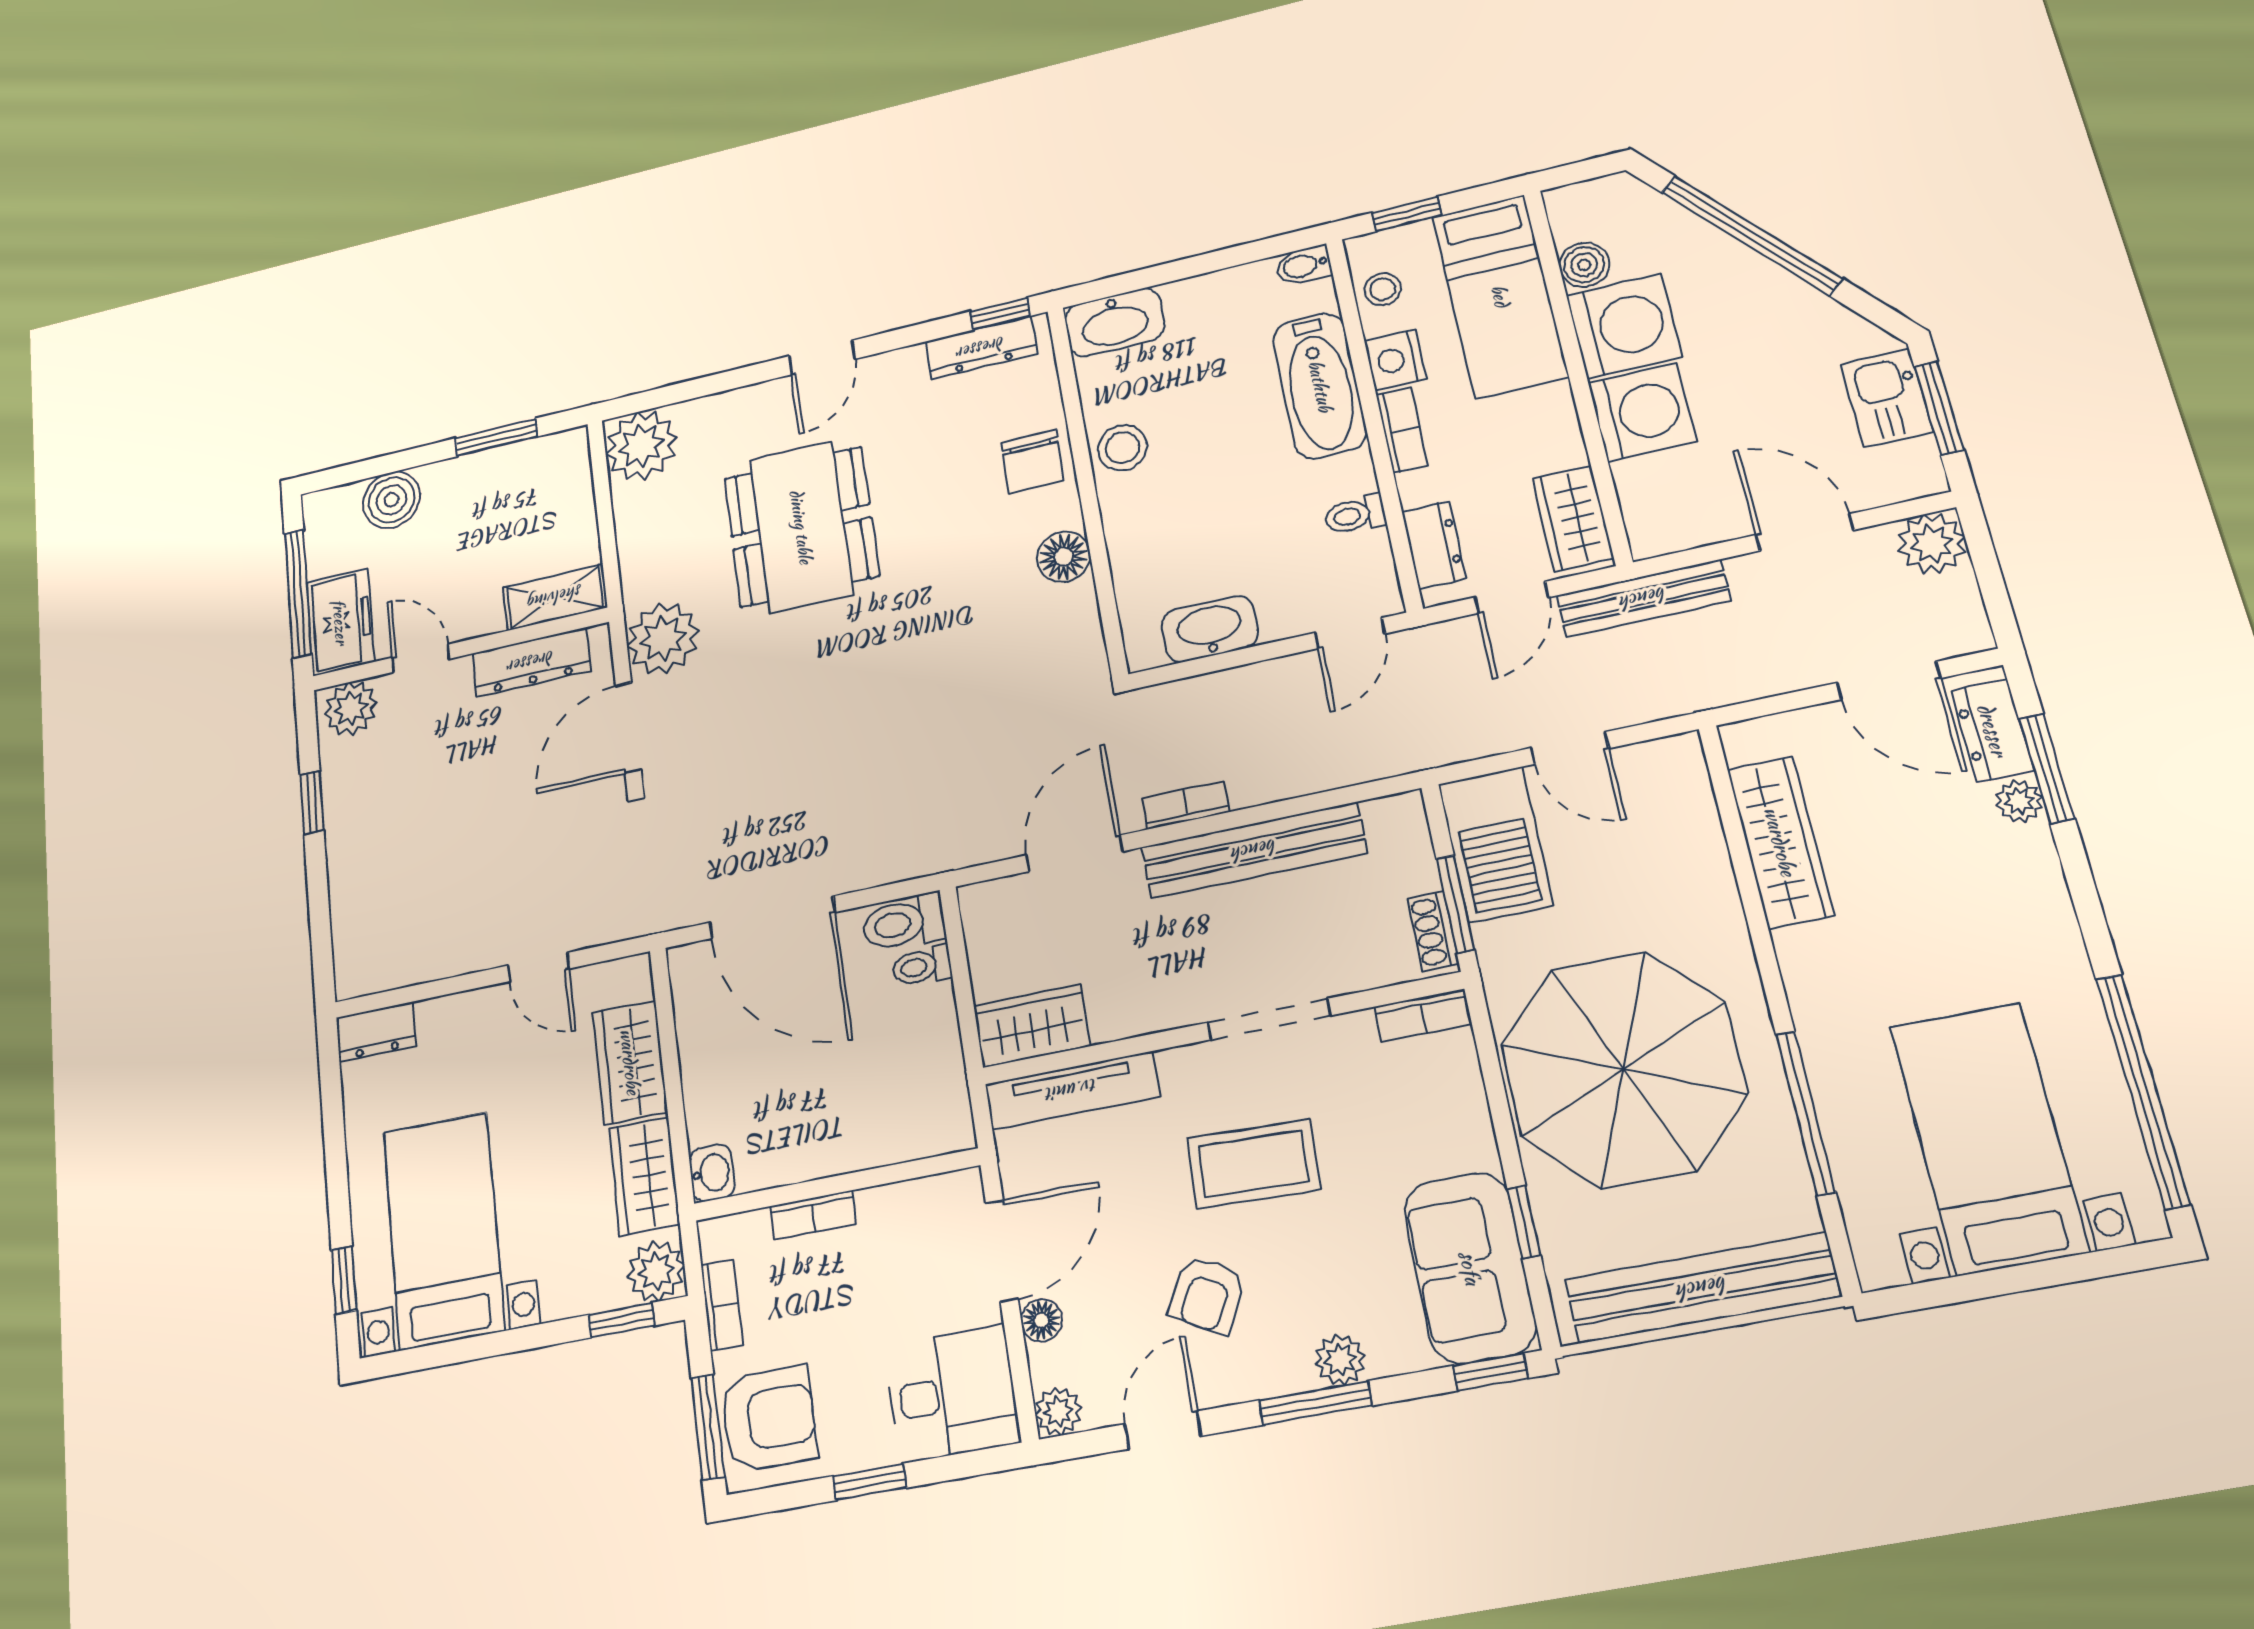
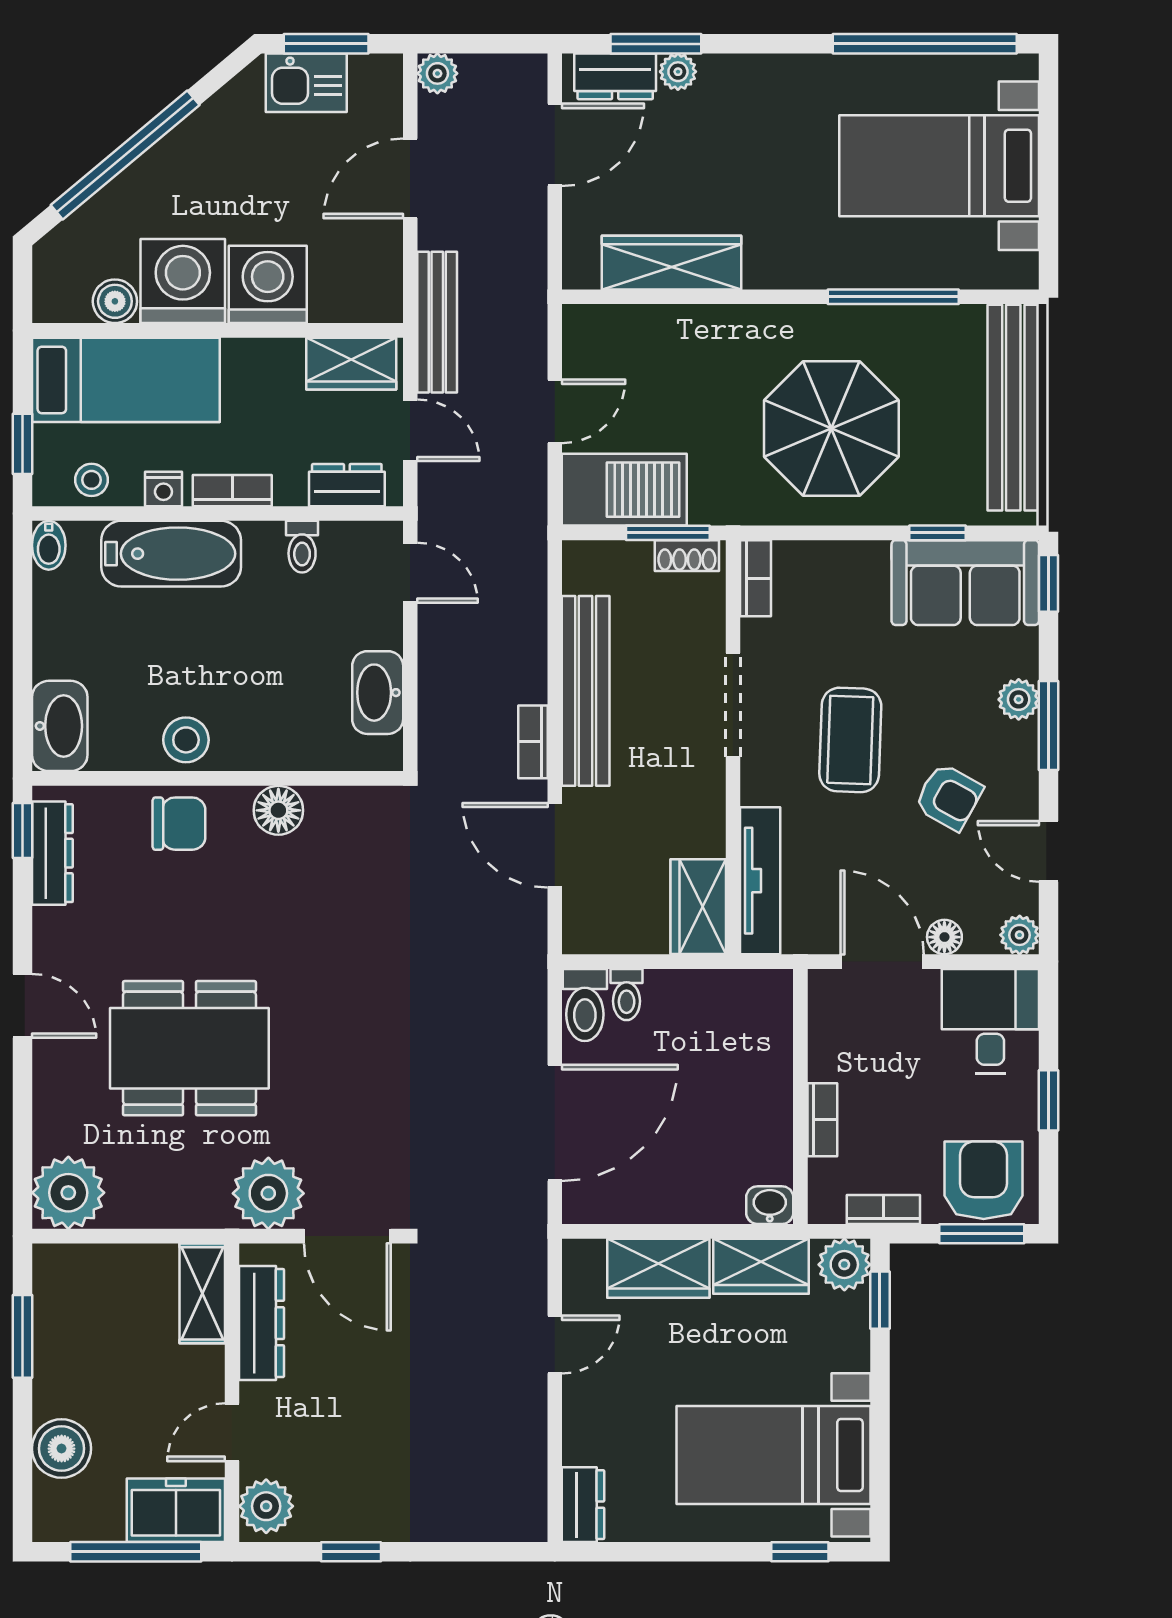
nightstand: (1395, 360) -> (163, 489), width x0.72, depth x0.74
plant: (1932, 544) -> (437, 73), width x0.73, depth x0.73
parasol: (1623, 1069) -> (831, 429), width x0.73, depth x0.73

